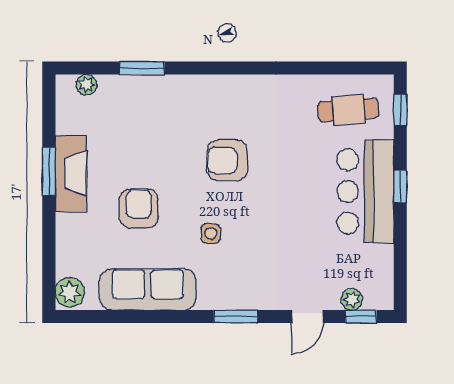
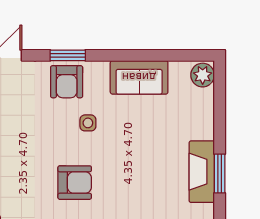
armchair: (139, 209) -> (67, 82), moved
sofa: (148, 290) -> (139, 77), width x0.73

